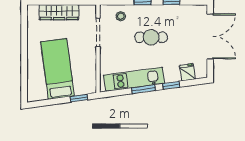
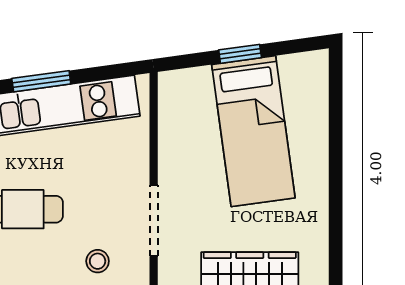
window: (79, 98) -> (240, 54), moved

